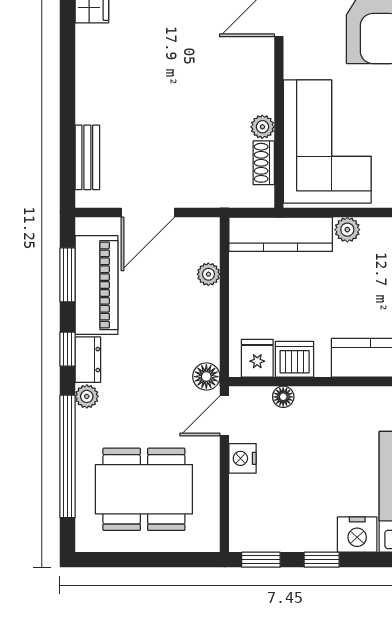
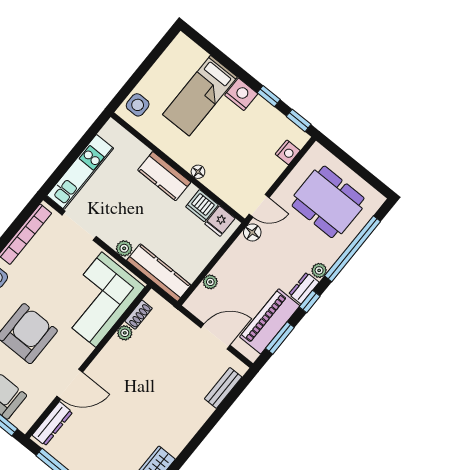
floor lamp: (283, 397) -> (198, 172), moved
nightstand: (243, 458) -> (288, 152), moved

